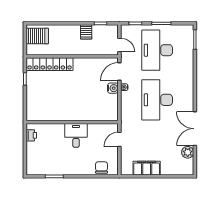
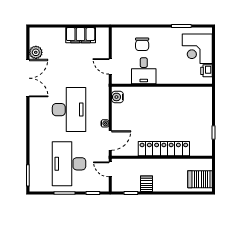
desk: (157, 50) -> (69, 164), turned 180
locker: (50, 64) -> (164, 149), moved
water cooler: (113, 88) -> (117, 97), moved
desk: (76, 135) -> (144, 71), moved
door: (119, 139) -> (110, 66), swing flipped
corner desk: (40, 155) -> (197, 49), added
chair: (102, 167) -> (142, 44), moved

